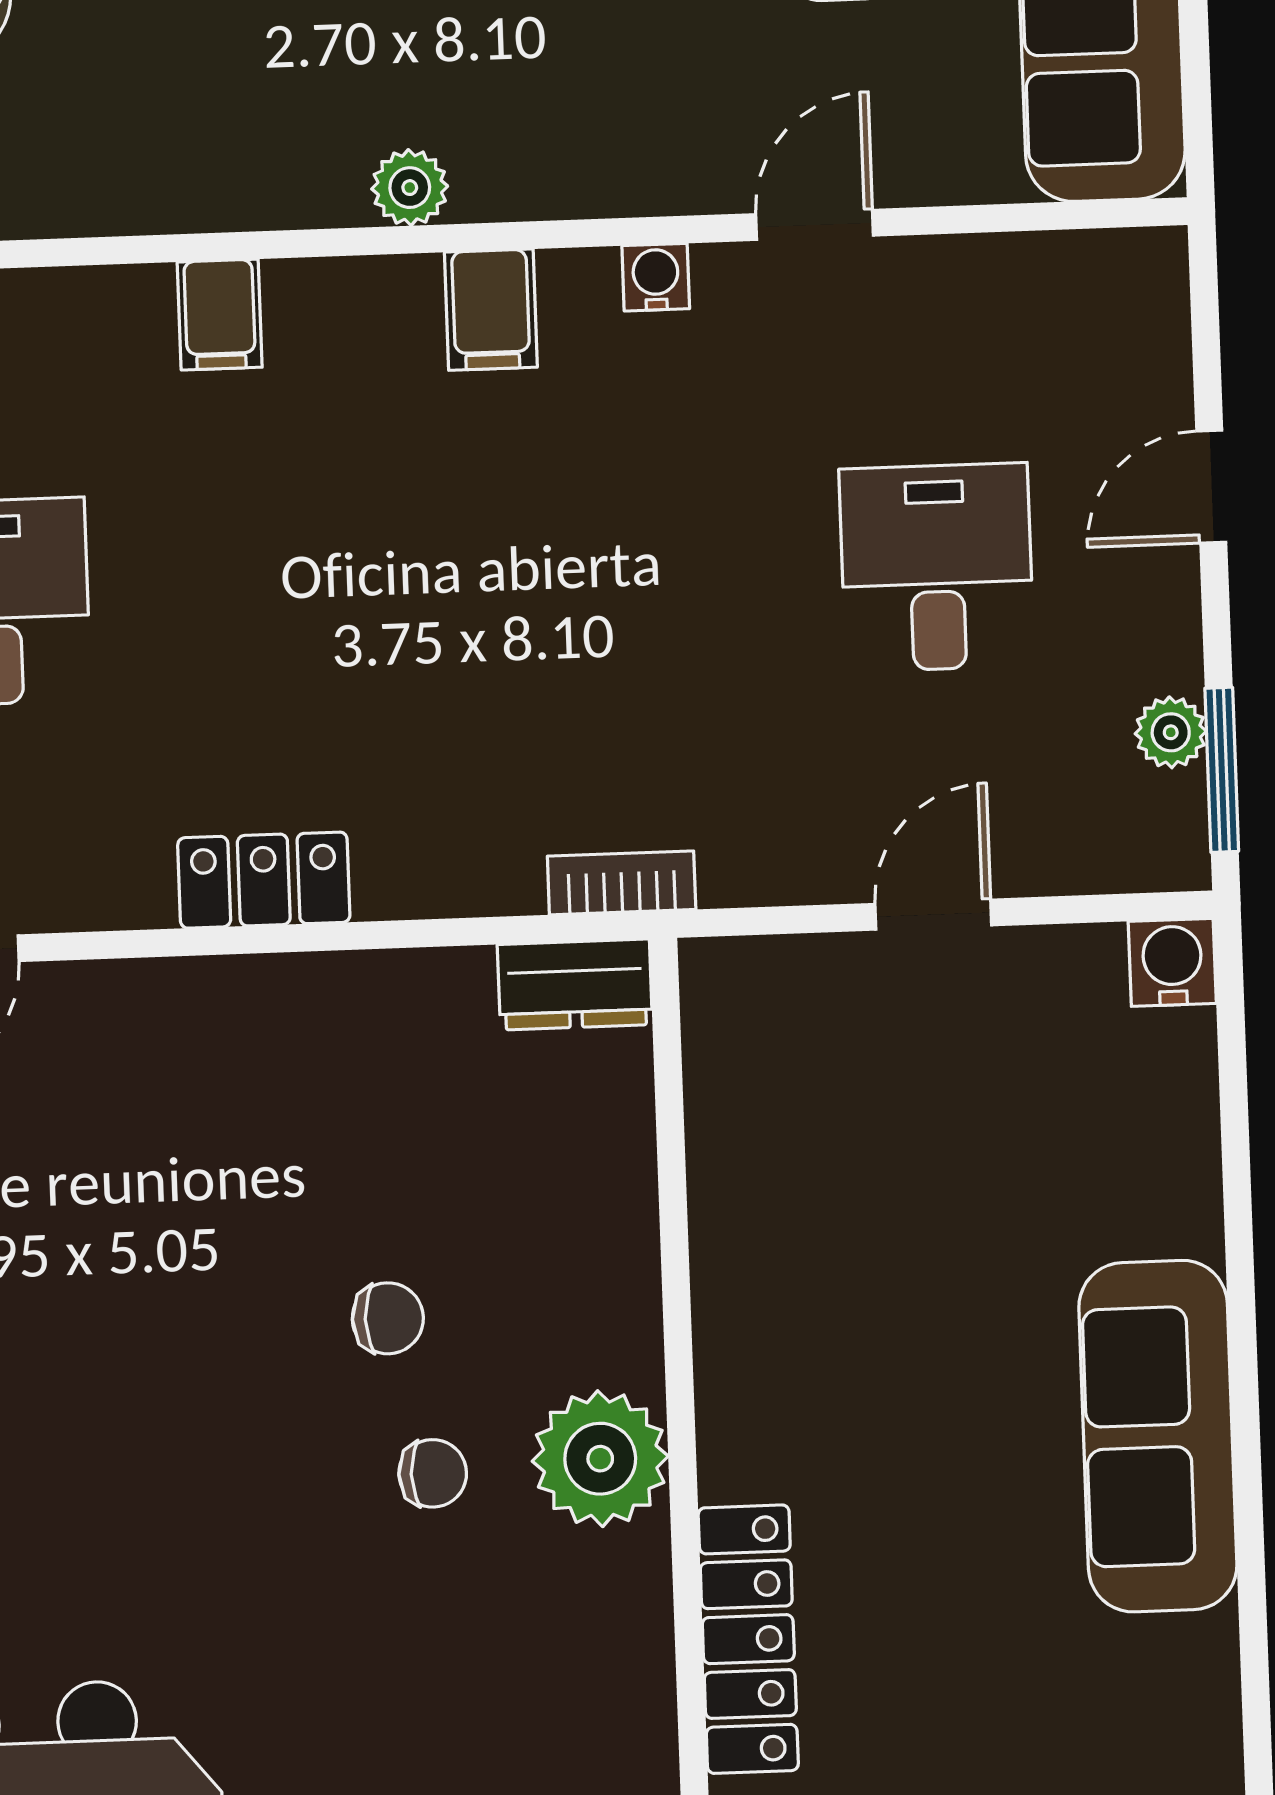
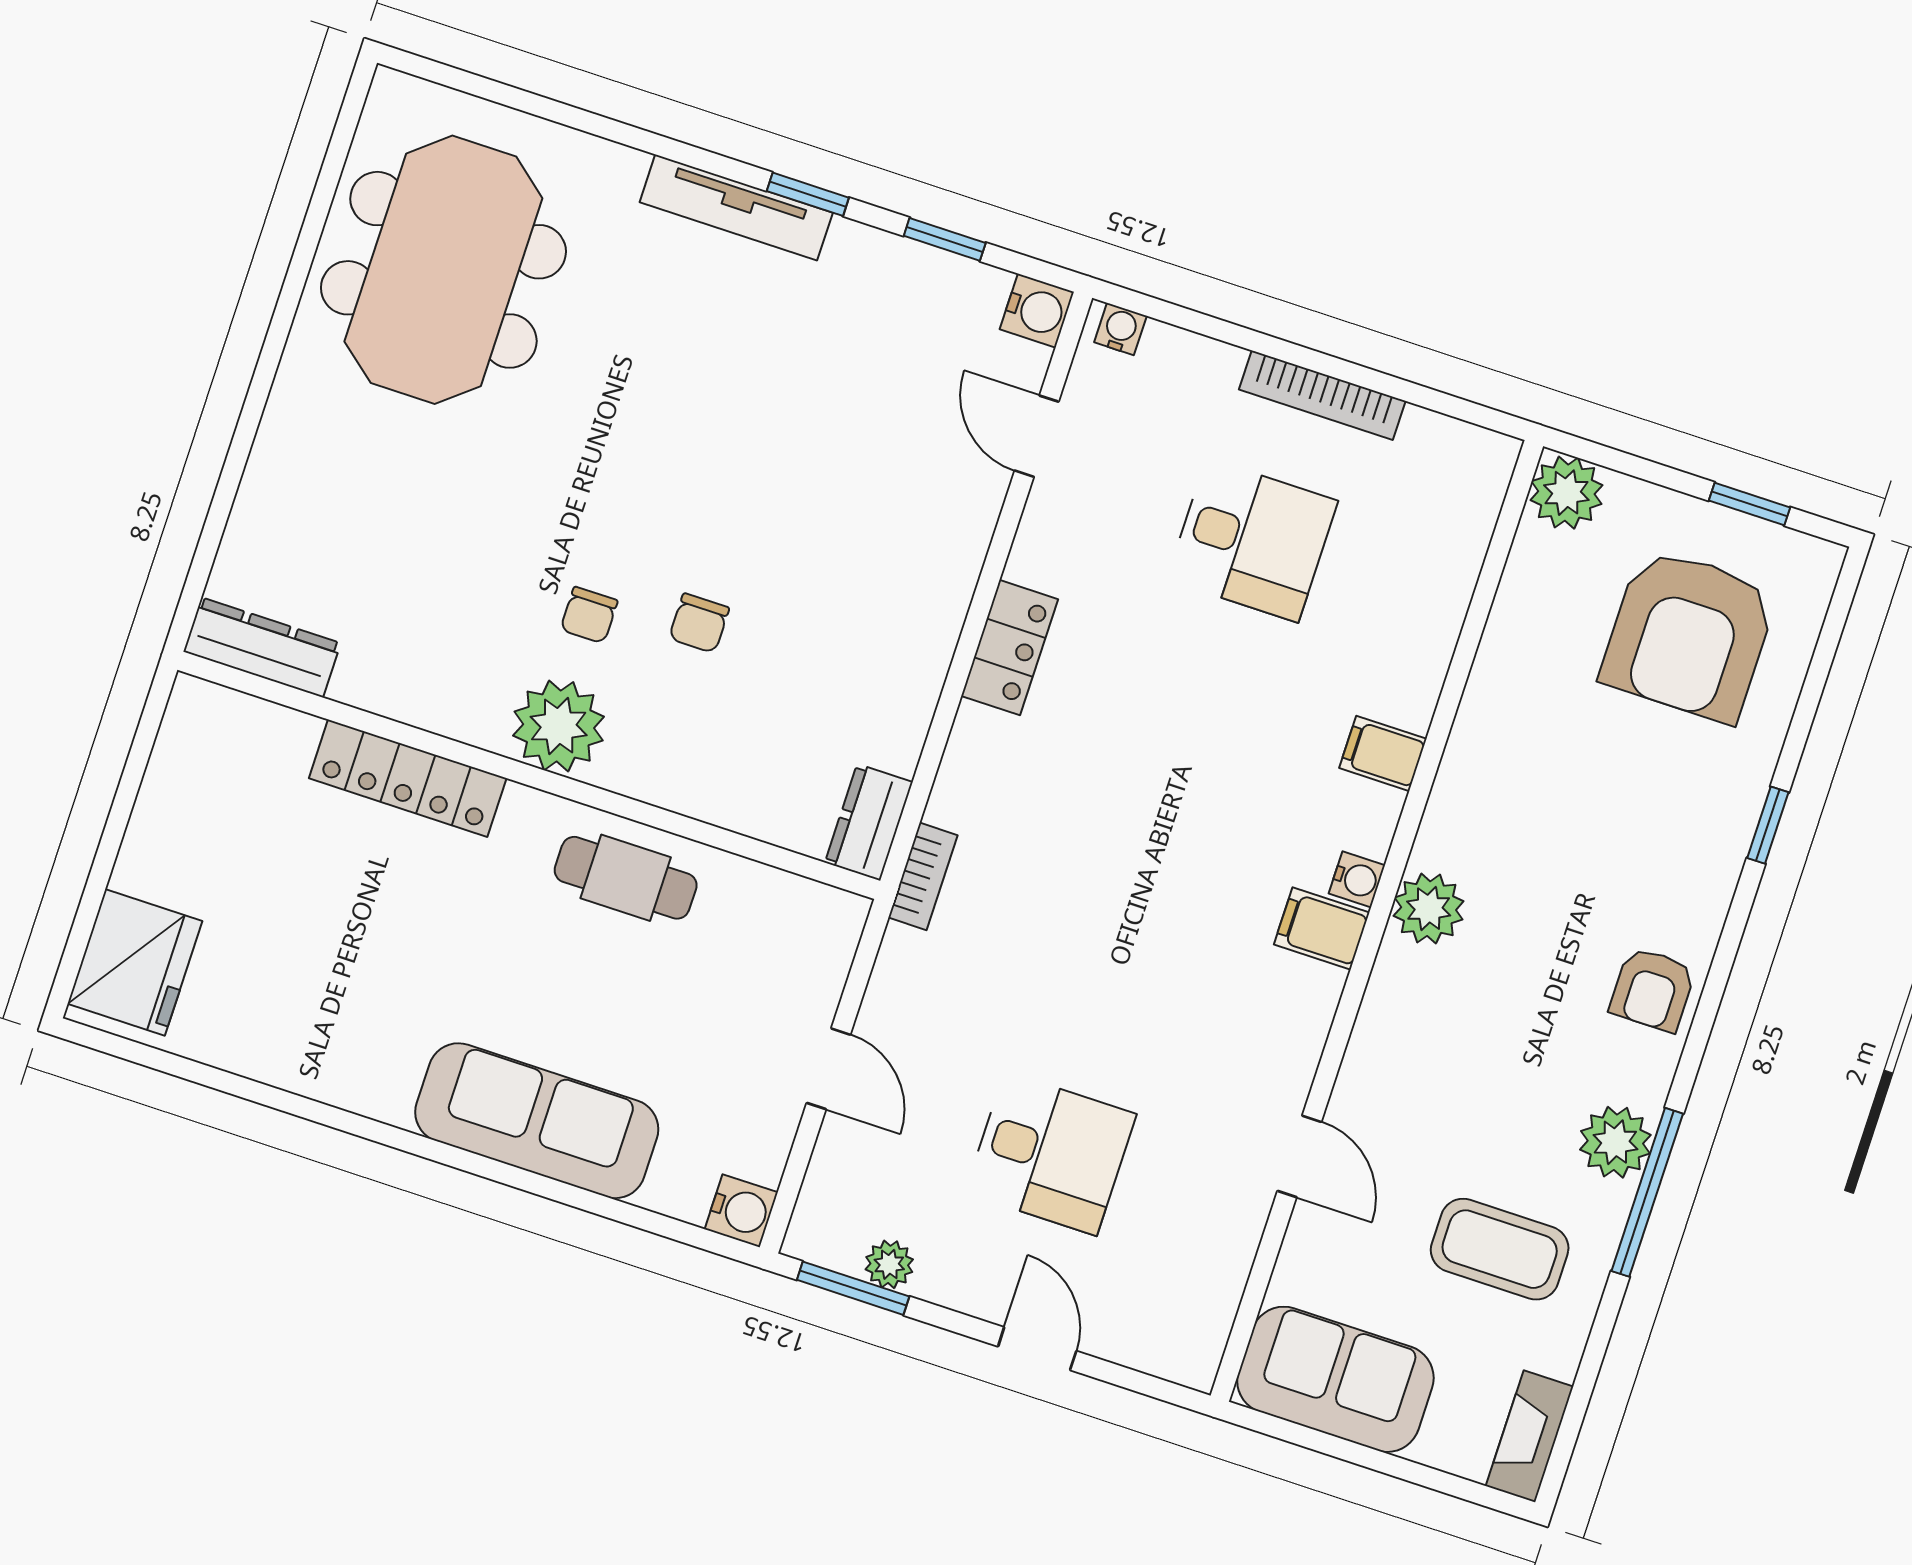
plant: (410, 188) -> (1429, 909), width x1.38, depth x1.38
water cooler: (656, 277) -> (1357, 879), moved
cafe table: (774, 1290) -> (626, 878), added
sofa: (1158, 1436) -> (537, 1121), moved

